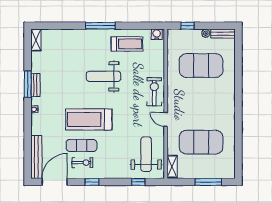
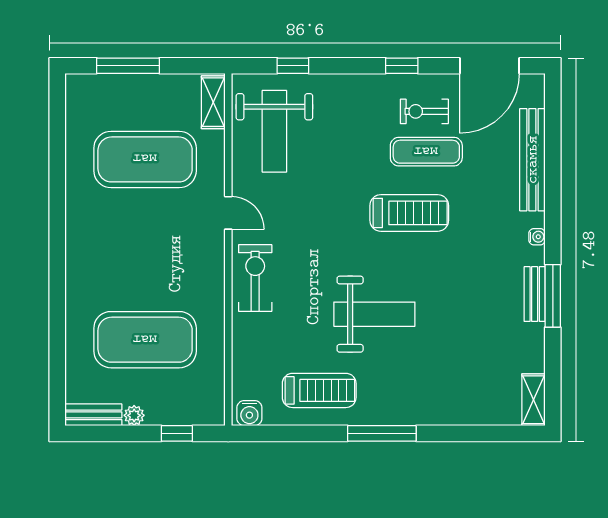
treadmill: (127, 44) -> (319, 390), turned 180
exercise bike: (154, 92) -> (255, 278), turned 180
treadmill: (89, 119) -> (409, 213), width x0.73, depth x0.73
bench: (36, 157) -> (532, 160), moved

